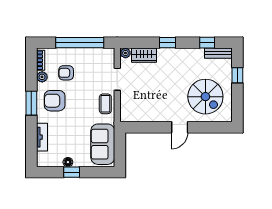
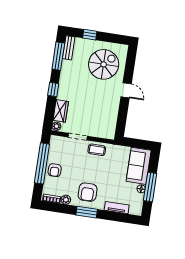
window: (207, 43) -> (58, 56), width x2.17
armchair: (66, 73) -> (55, 170), moved
sofa: (103, 144) -> (139, 166), moved, turned 90
window: (72, 172) -> (150, 187), width x2.17

